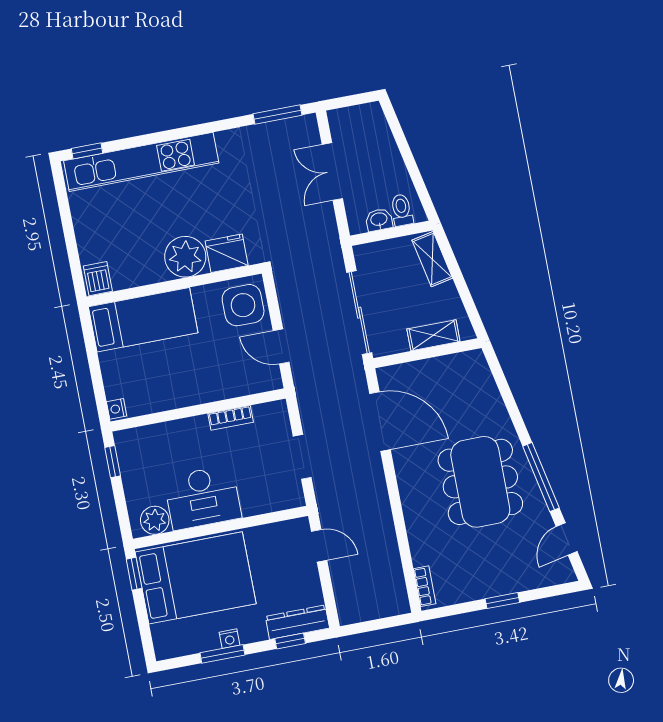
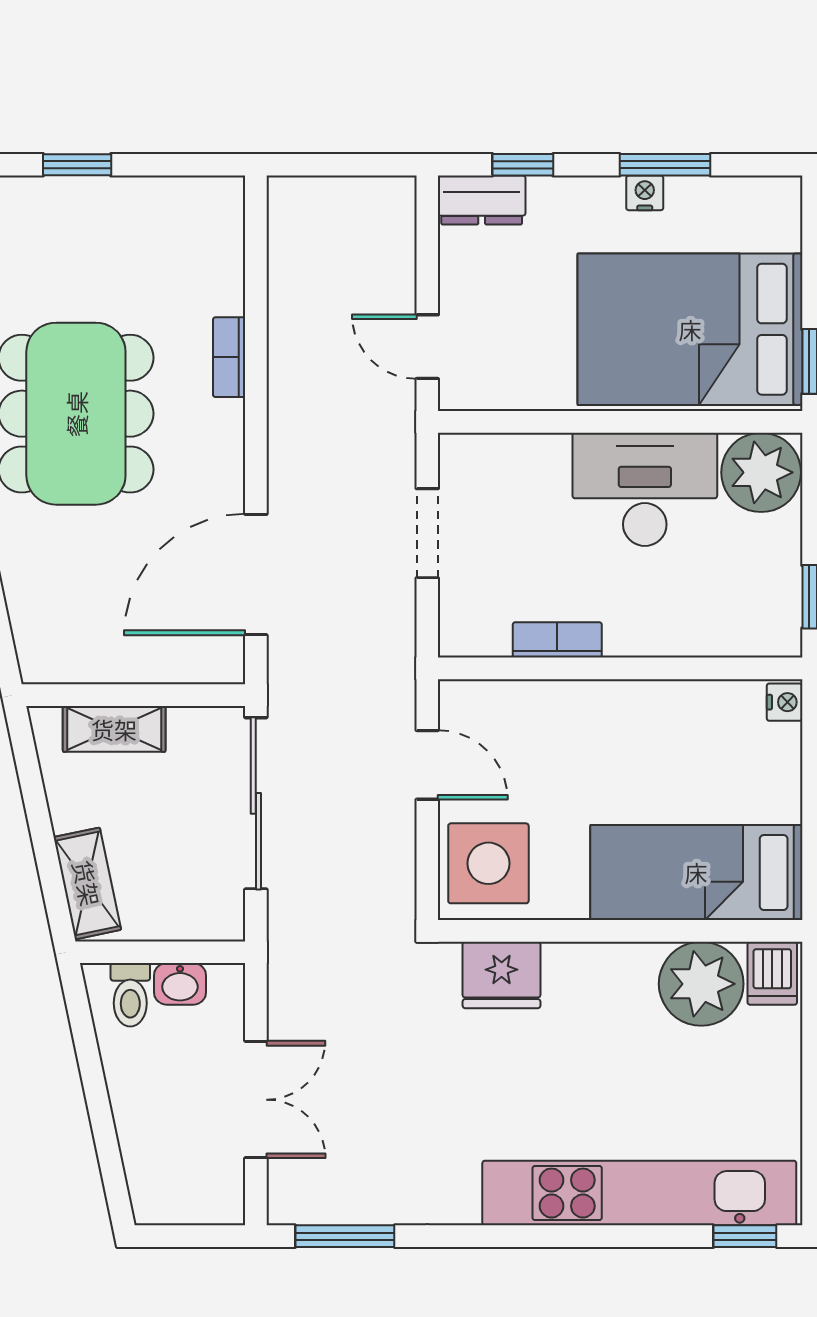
plant: (185, 257) -> (701, 984), moved
door: (380, 422) -> (256, 575), hinge flipped
plant: (155, 520) -> (761, 472), width x1.36, depth x1.36
bookcase: (425, 586) -> (229, 357), moved
dresser: (297, 622) -> (482, 200), width x0.70

